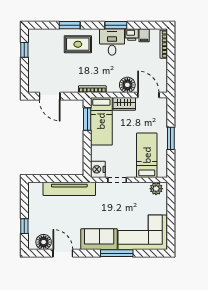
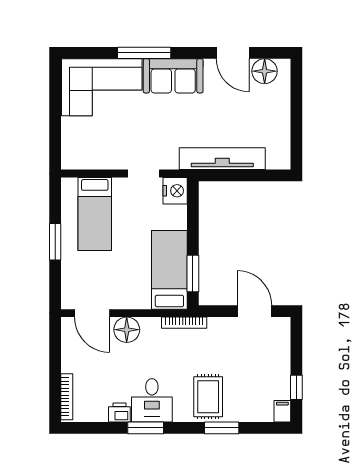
filing cabinet: (144, 35) -> (282, 411), moved
rug: (78, 44) -> (208, 397), turned 90
wardrobe: (124, 104) -> (132, 299), removed
plant: (156, 189) -> (79, 159), removed
window: (24, 226) -> (296, 97), removed

